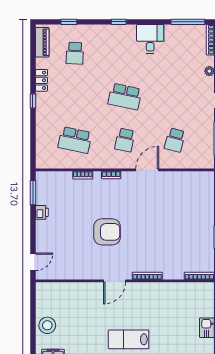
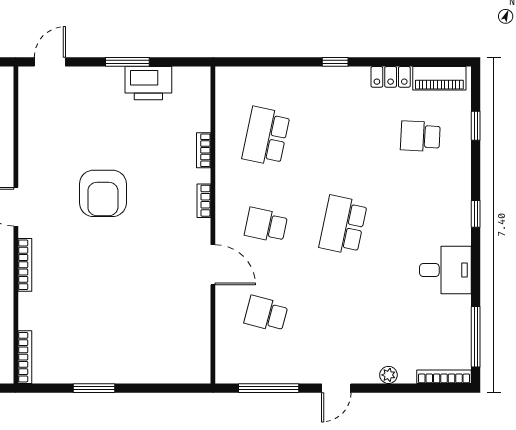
locker: (41, 80) -> (391, 77), moved
window: (33, 193) -> (127, 62), moved
printer: (42, 212) -> (148, 83), width x1.87, depth x1.48
door: (33, 262) -> (50, 62), swing flipped

